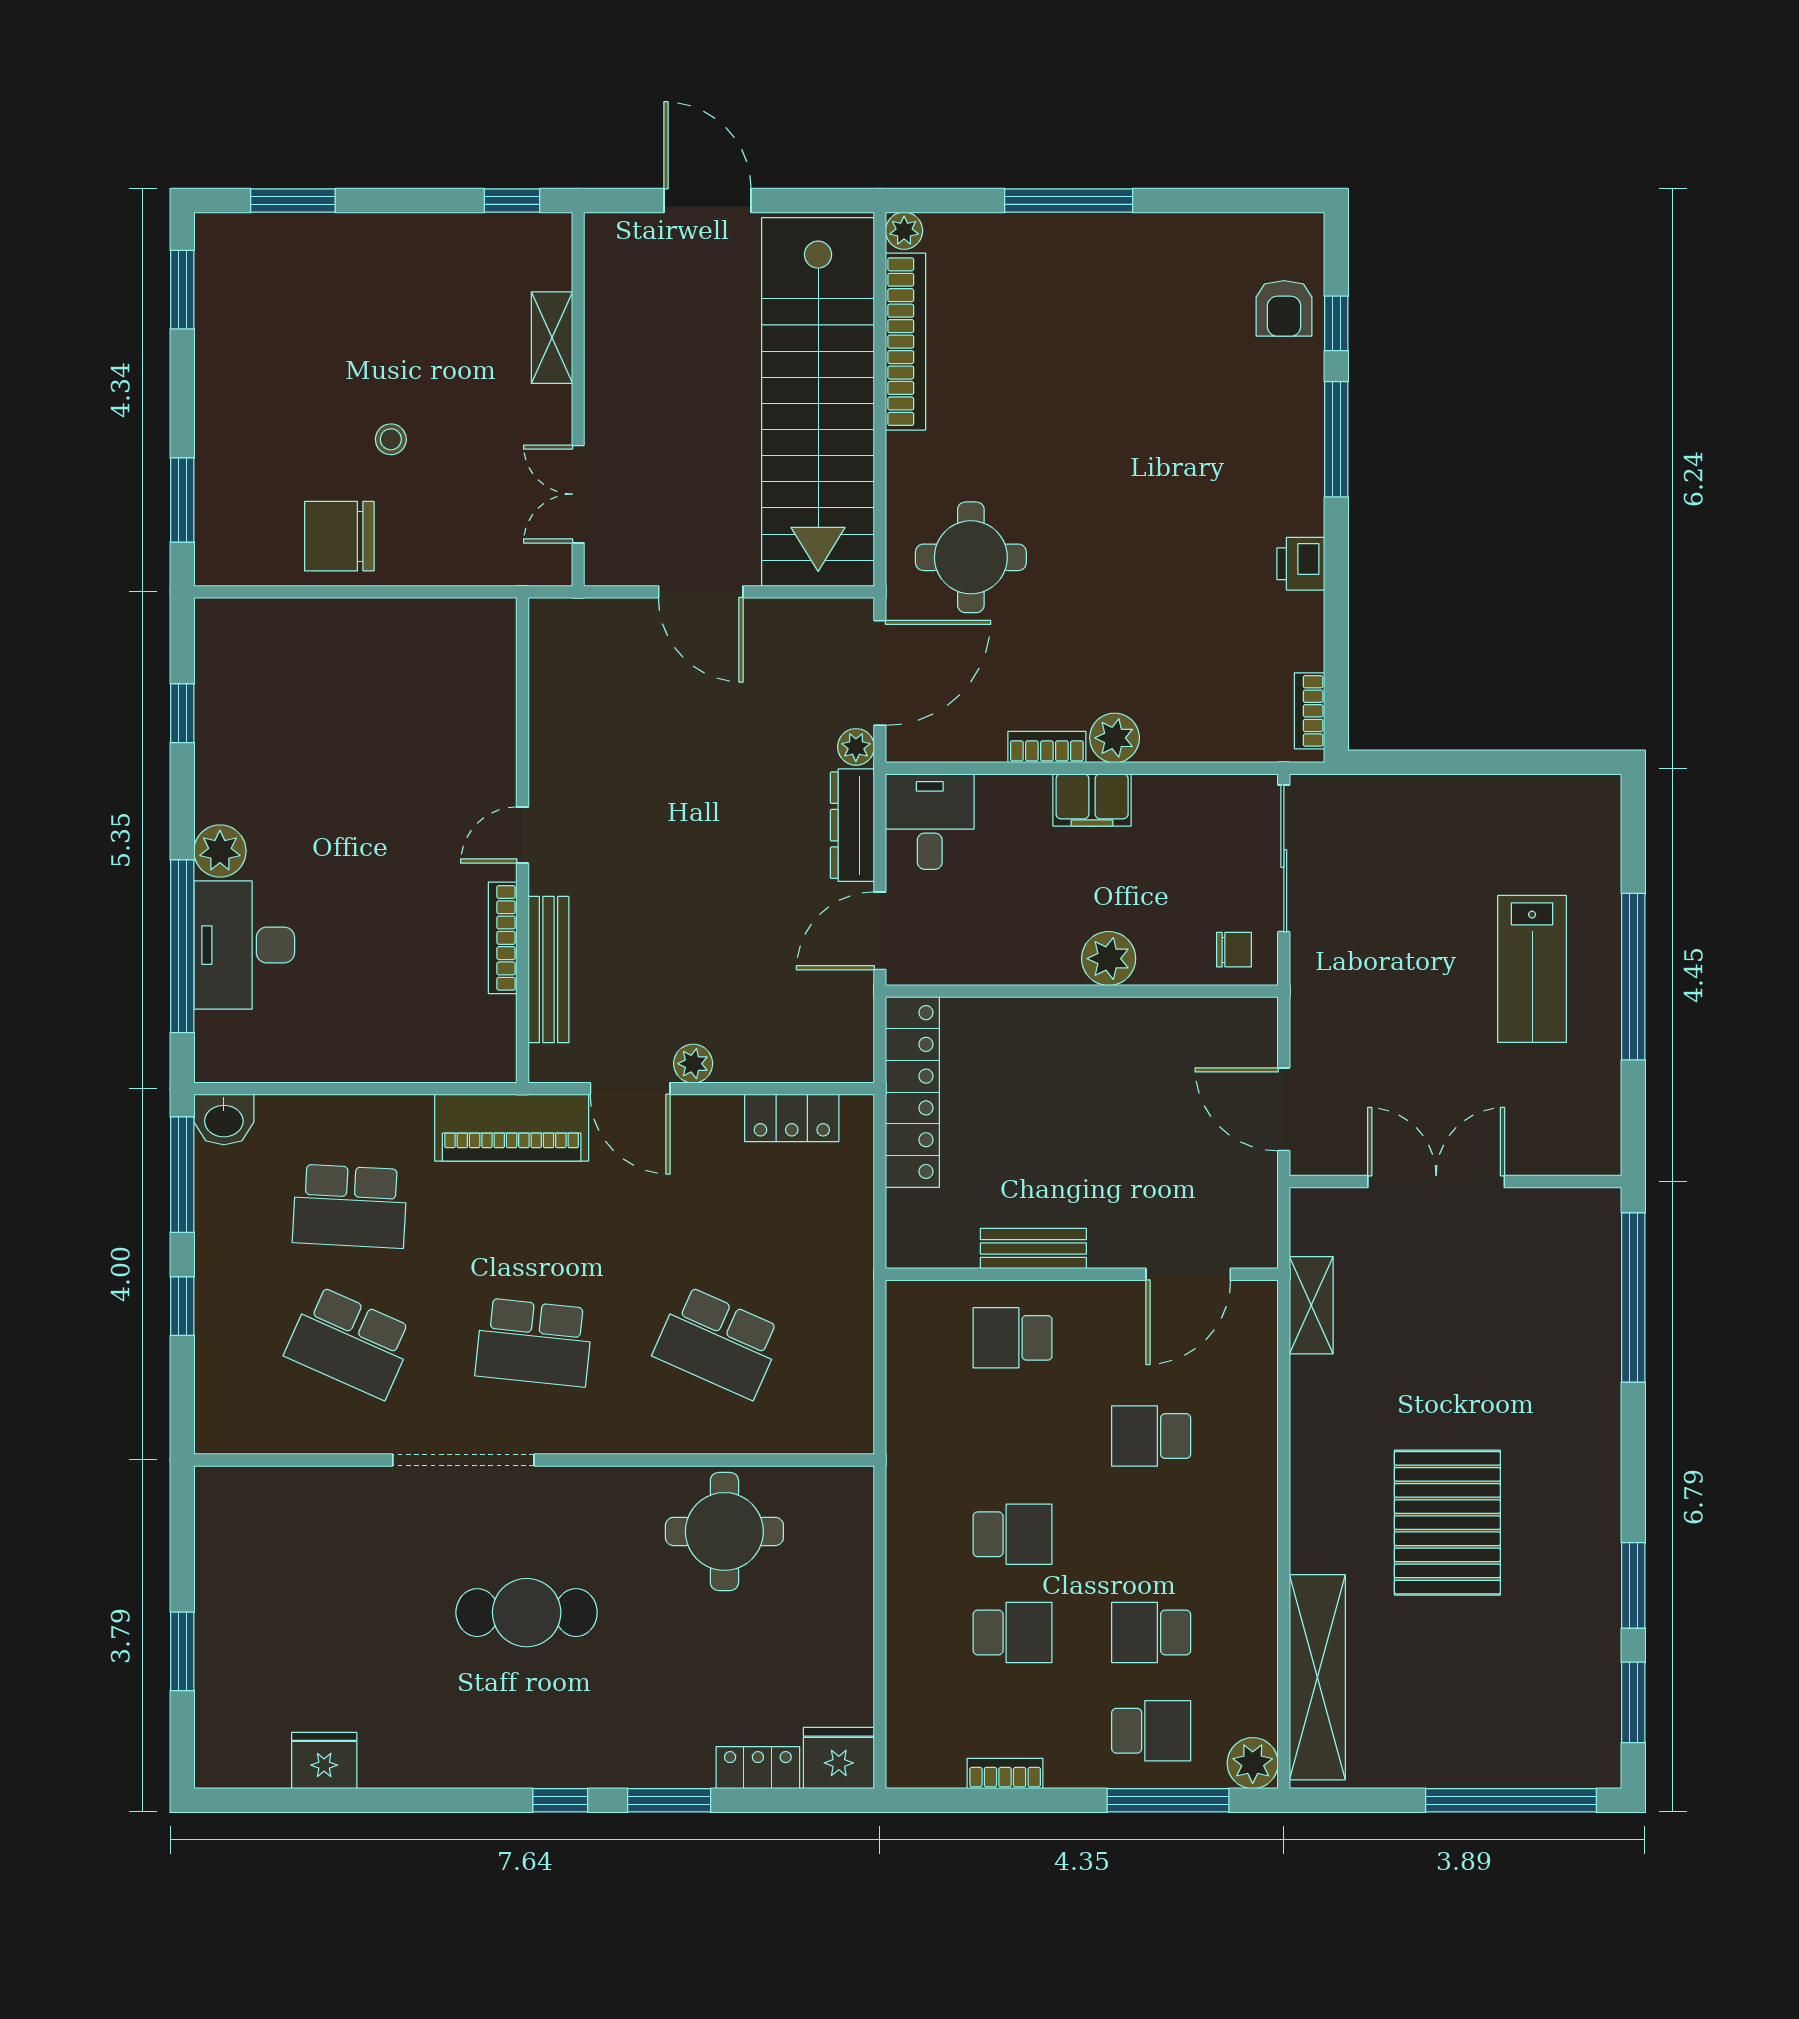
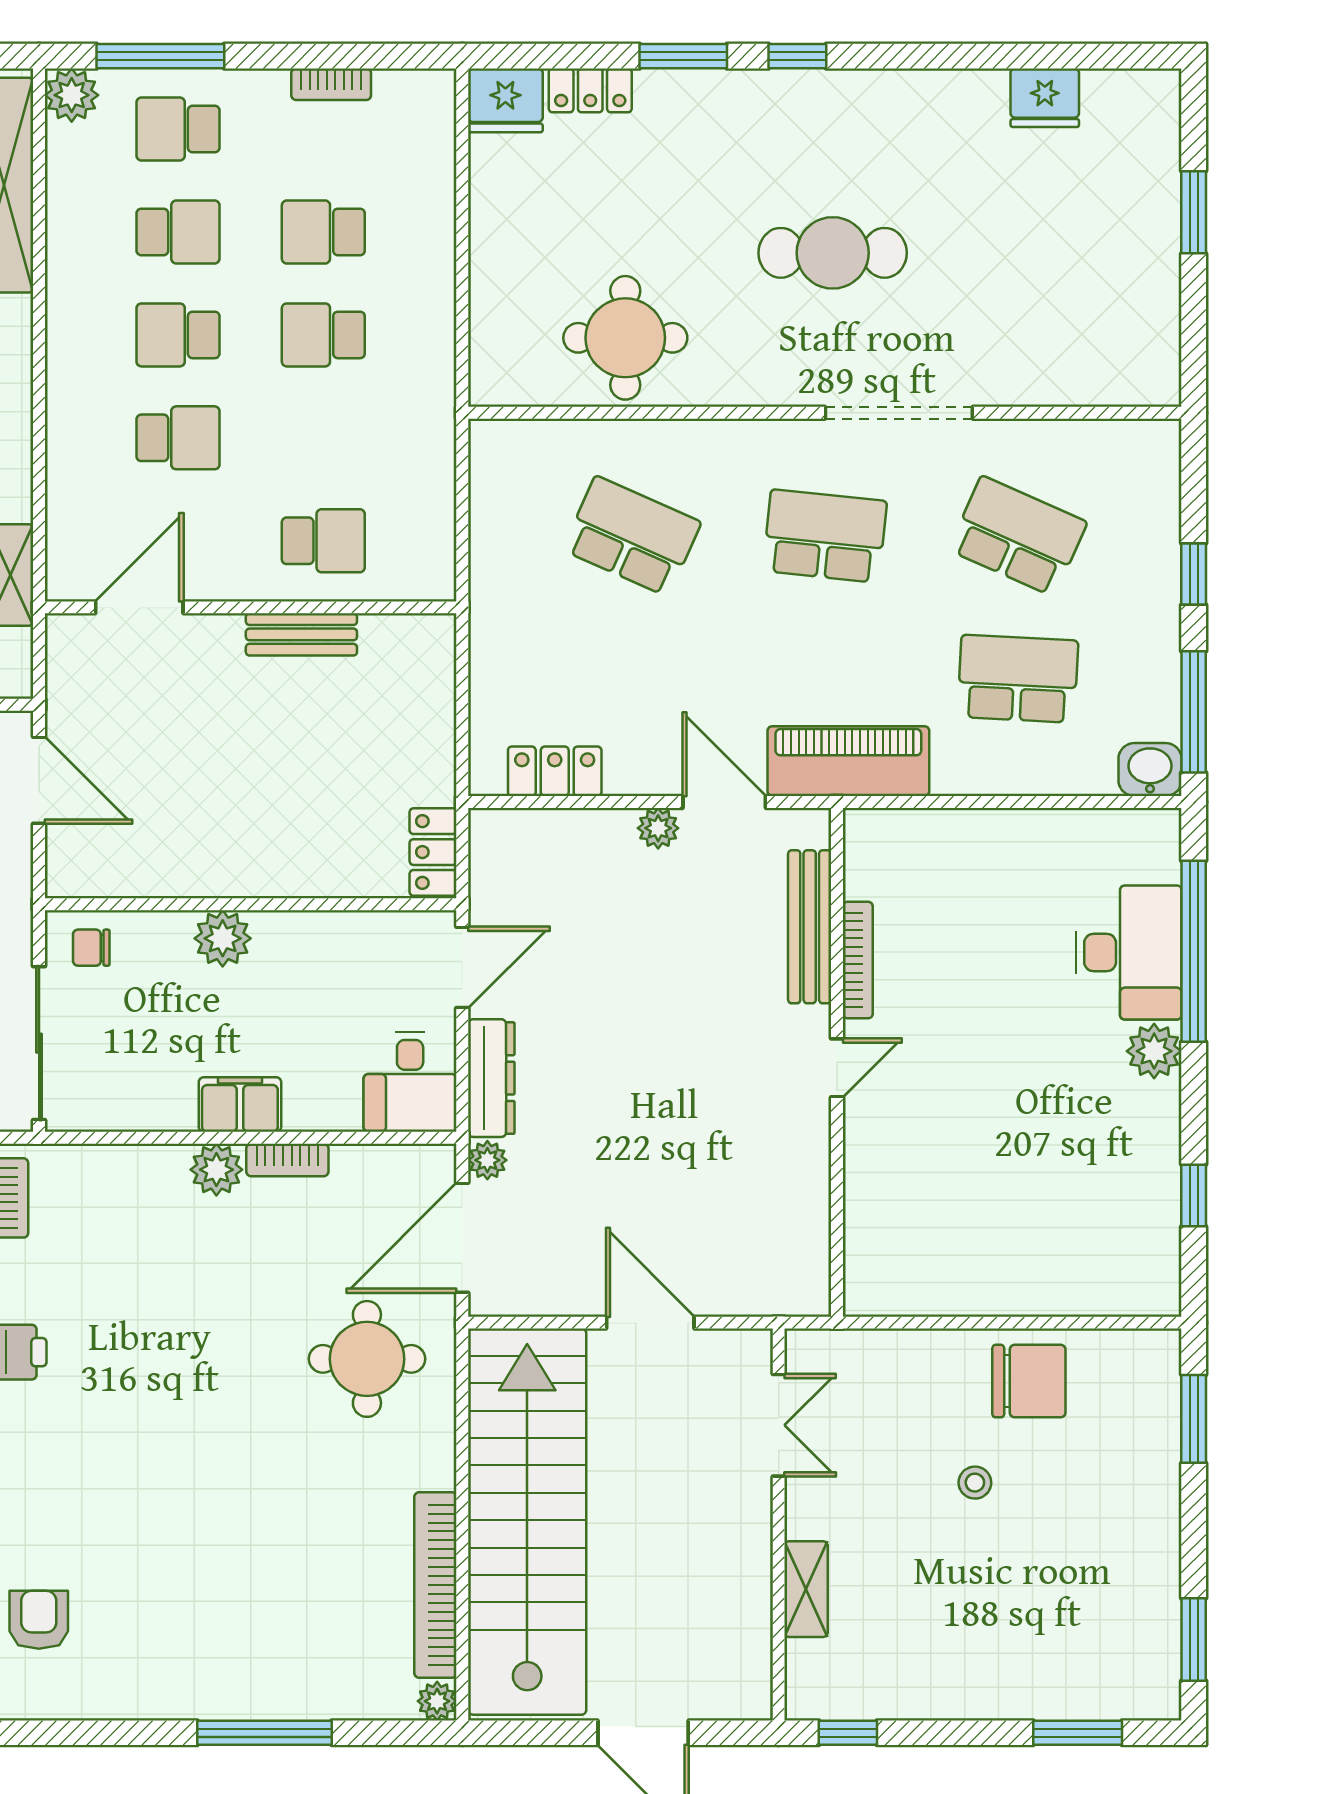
locker: (912, 1092) -> (433, 852), width x0.46, depth x0.83
school desk: (1151, 1534) -> (178, 335), added

